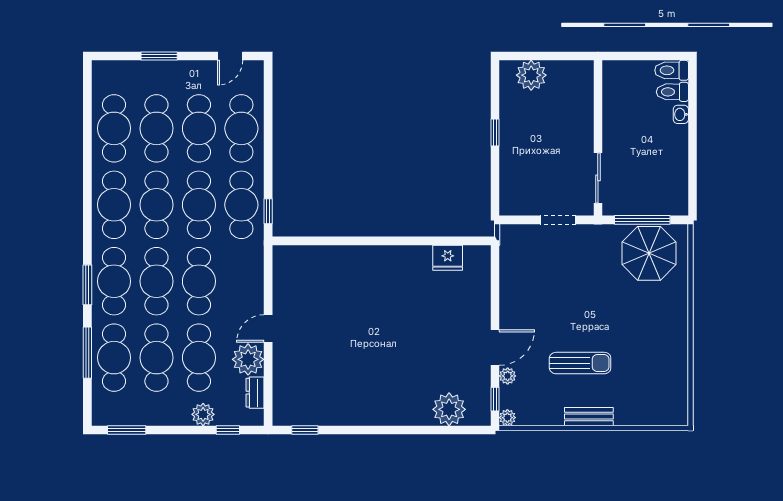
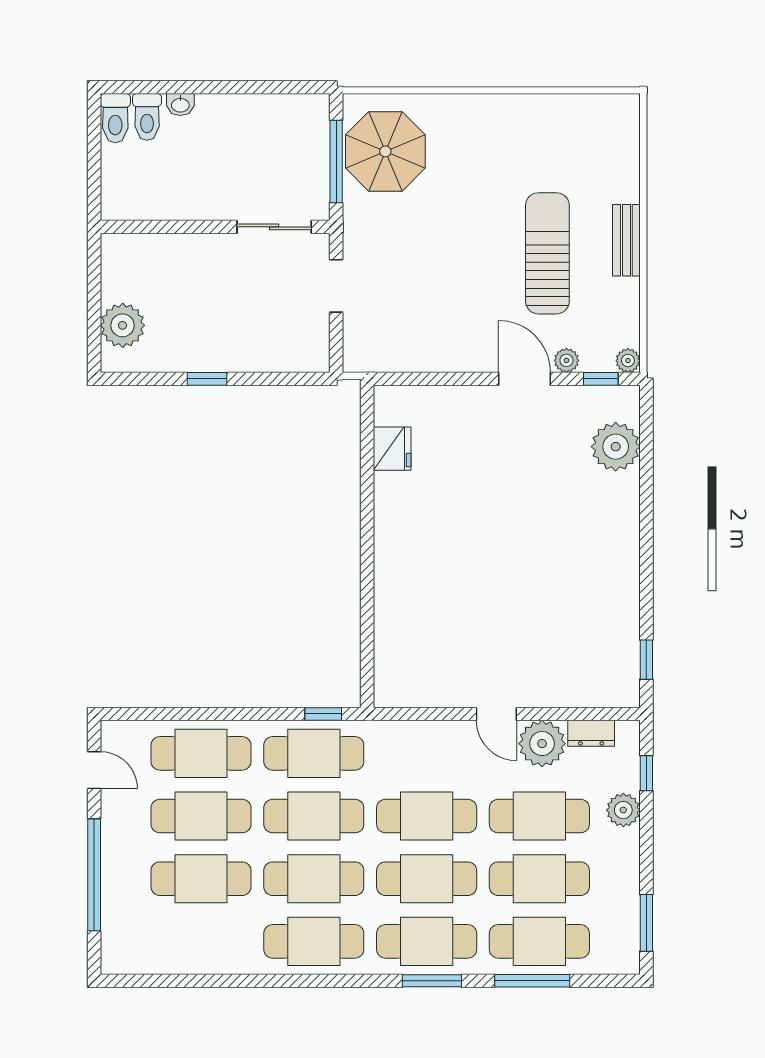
window: (159, 56) -> (94, 875), width x2.11
cafe table: (114, 128) -> (201, 941), removed
sun lounger: (580, 363) -> (547, 253), width x1.36, depth x1.34

